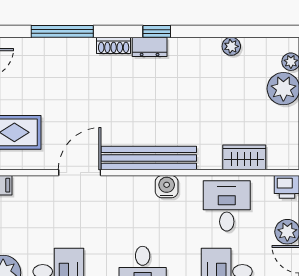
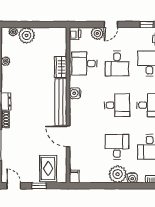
wardrobe: (244, 157) -> (60, 67), moved

